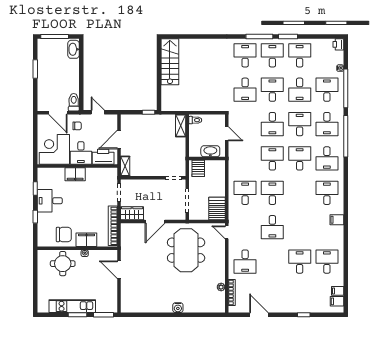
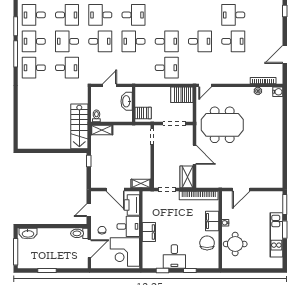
stairs: (170, 62) -> (79, 126), moved, turned -90
desk: (300, 158) -> (134, 15), turned 180
desk: (245, 193) -> (167, 68), turned 180
desk: (272, 193) -> (167, 41), turned 180
desk: (245, 262) -> (233, 41), moved
water cooler: (178, 308) -> (278, 92), moved

